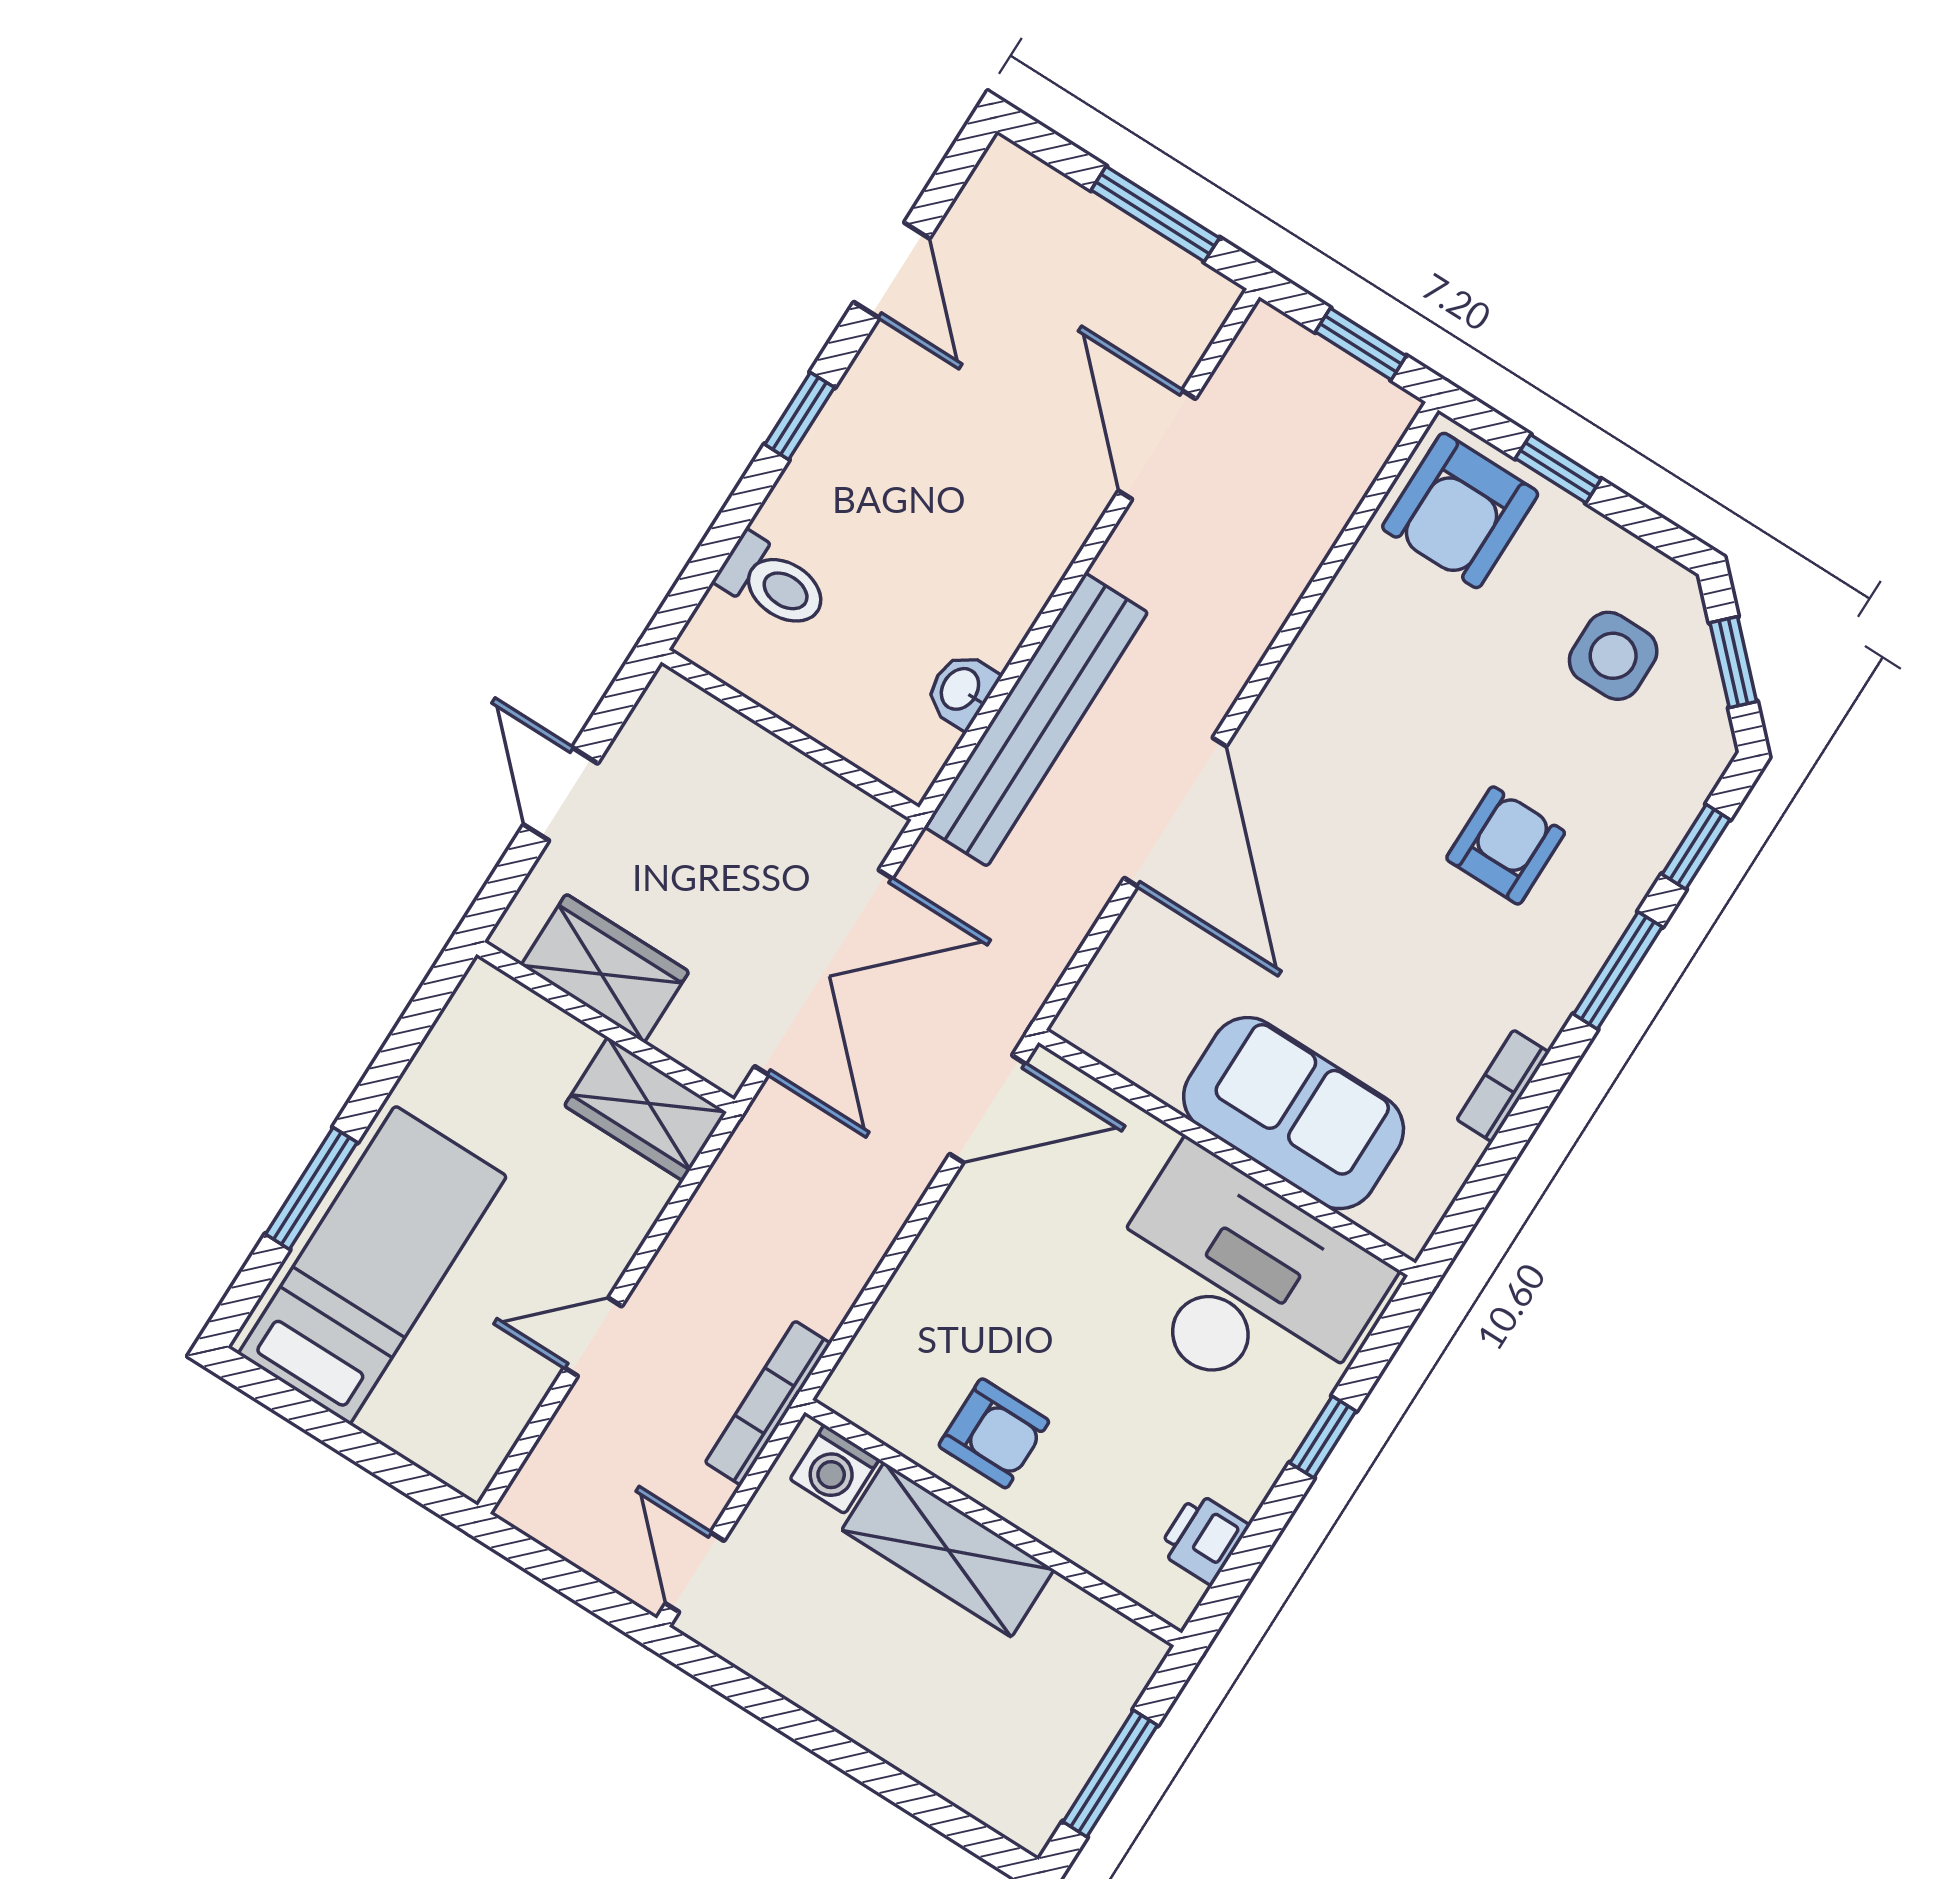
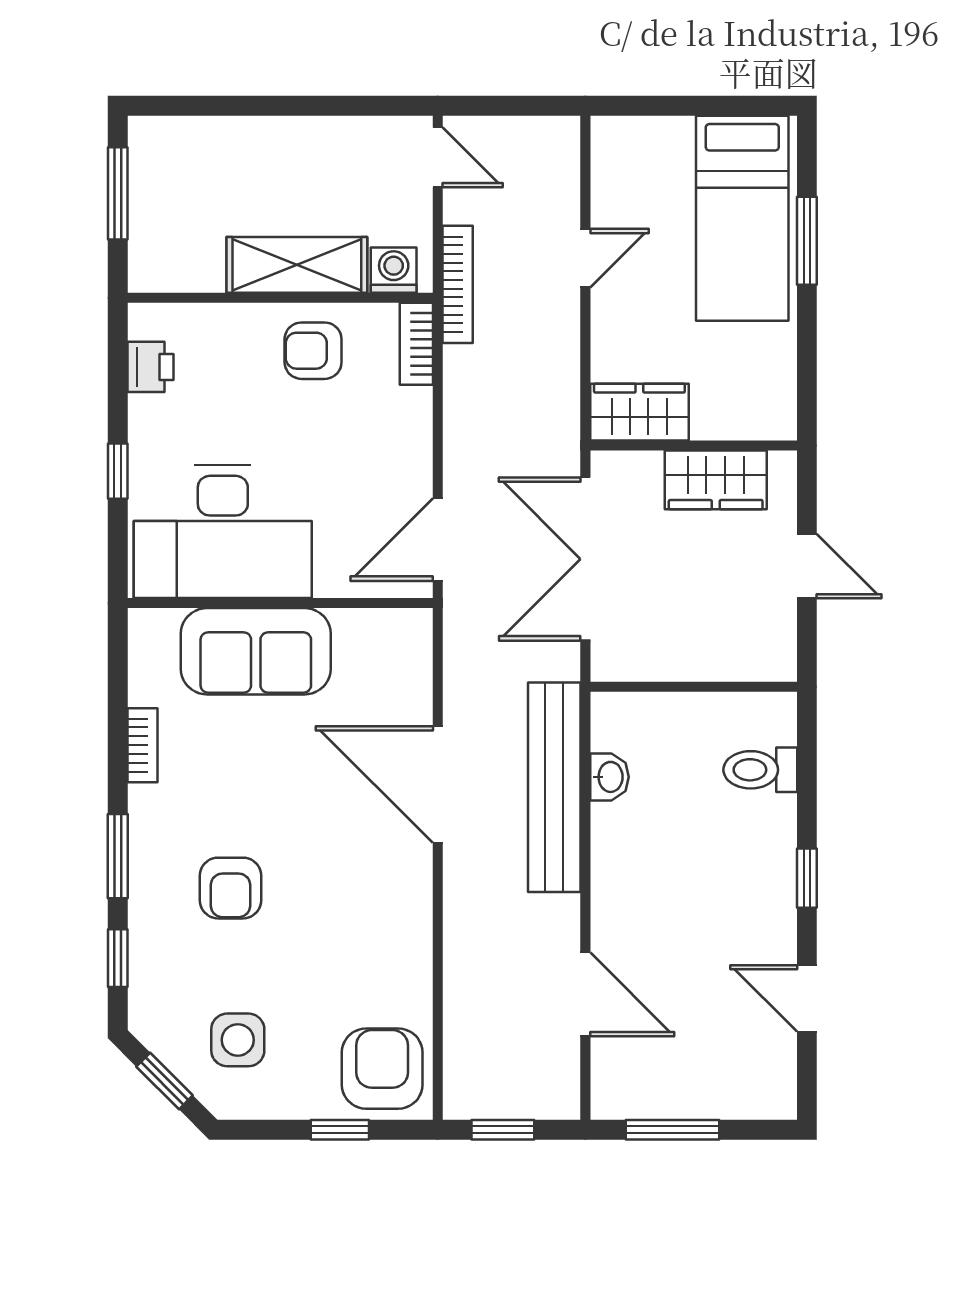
bookcase: (864, 1363) -> (416, 344), added

